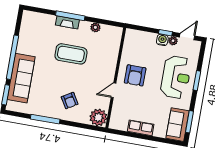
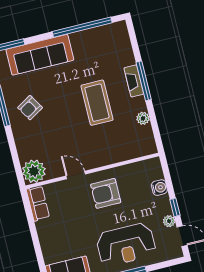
water cooler: (162, 40) -> (159, 188), moved
window: (12, 57) -> (82, 27), moved
armchair: (70, 101) -> (30, 108), moved
row of seats: (141, 128) -> (38, 203), moved

